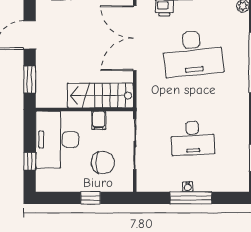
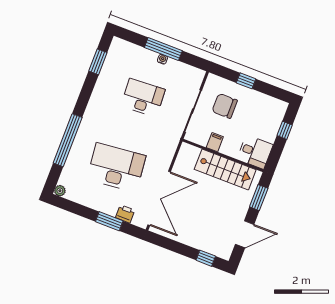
stairs: (100, 96) -> (225, 169), moved
desk: (57, 140) -> (255, 152), width x0.53, depth x0.77

